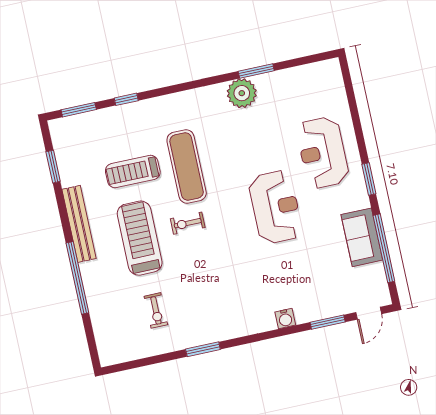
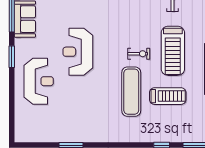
plant: (242, 93) -> (84, 132), removed

